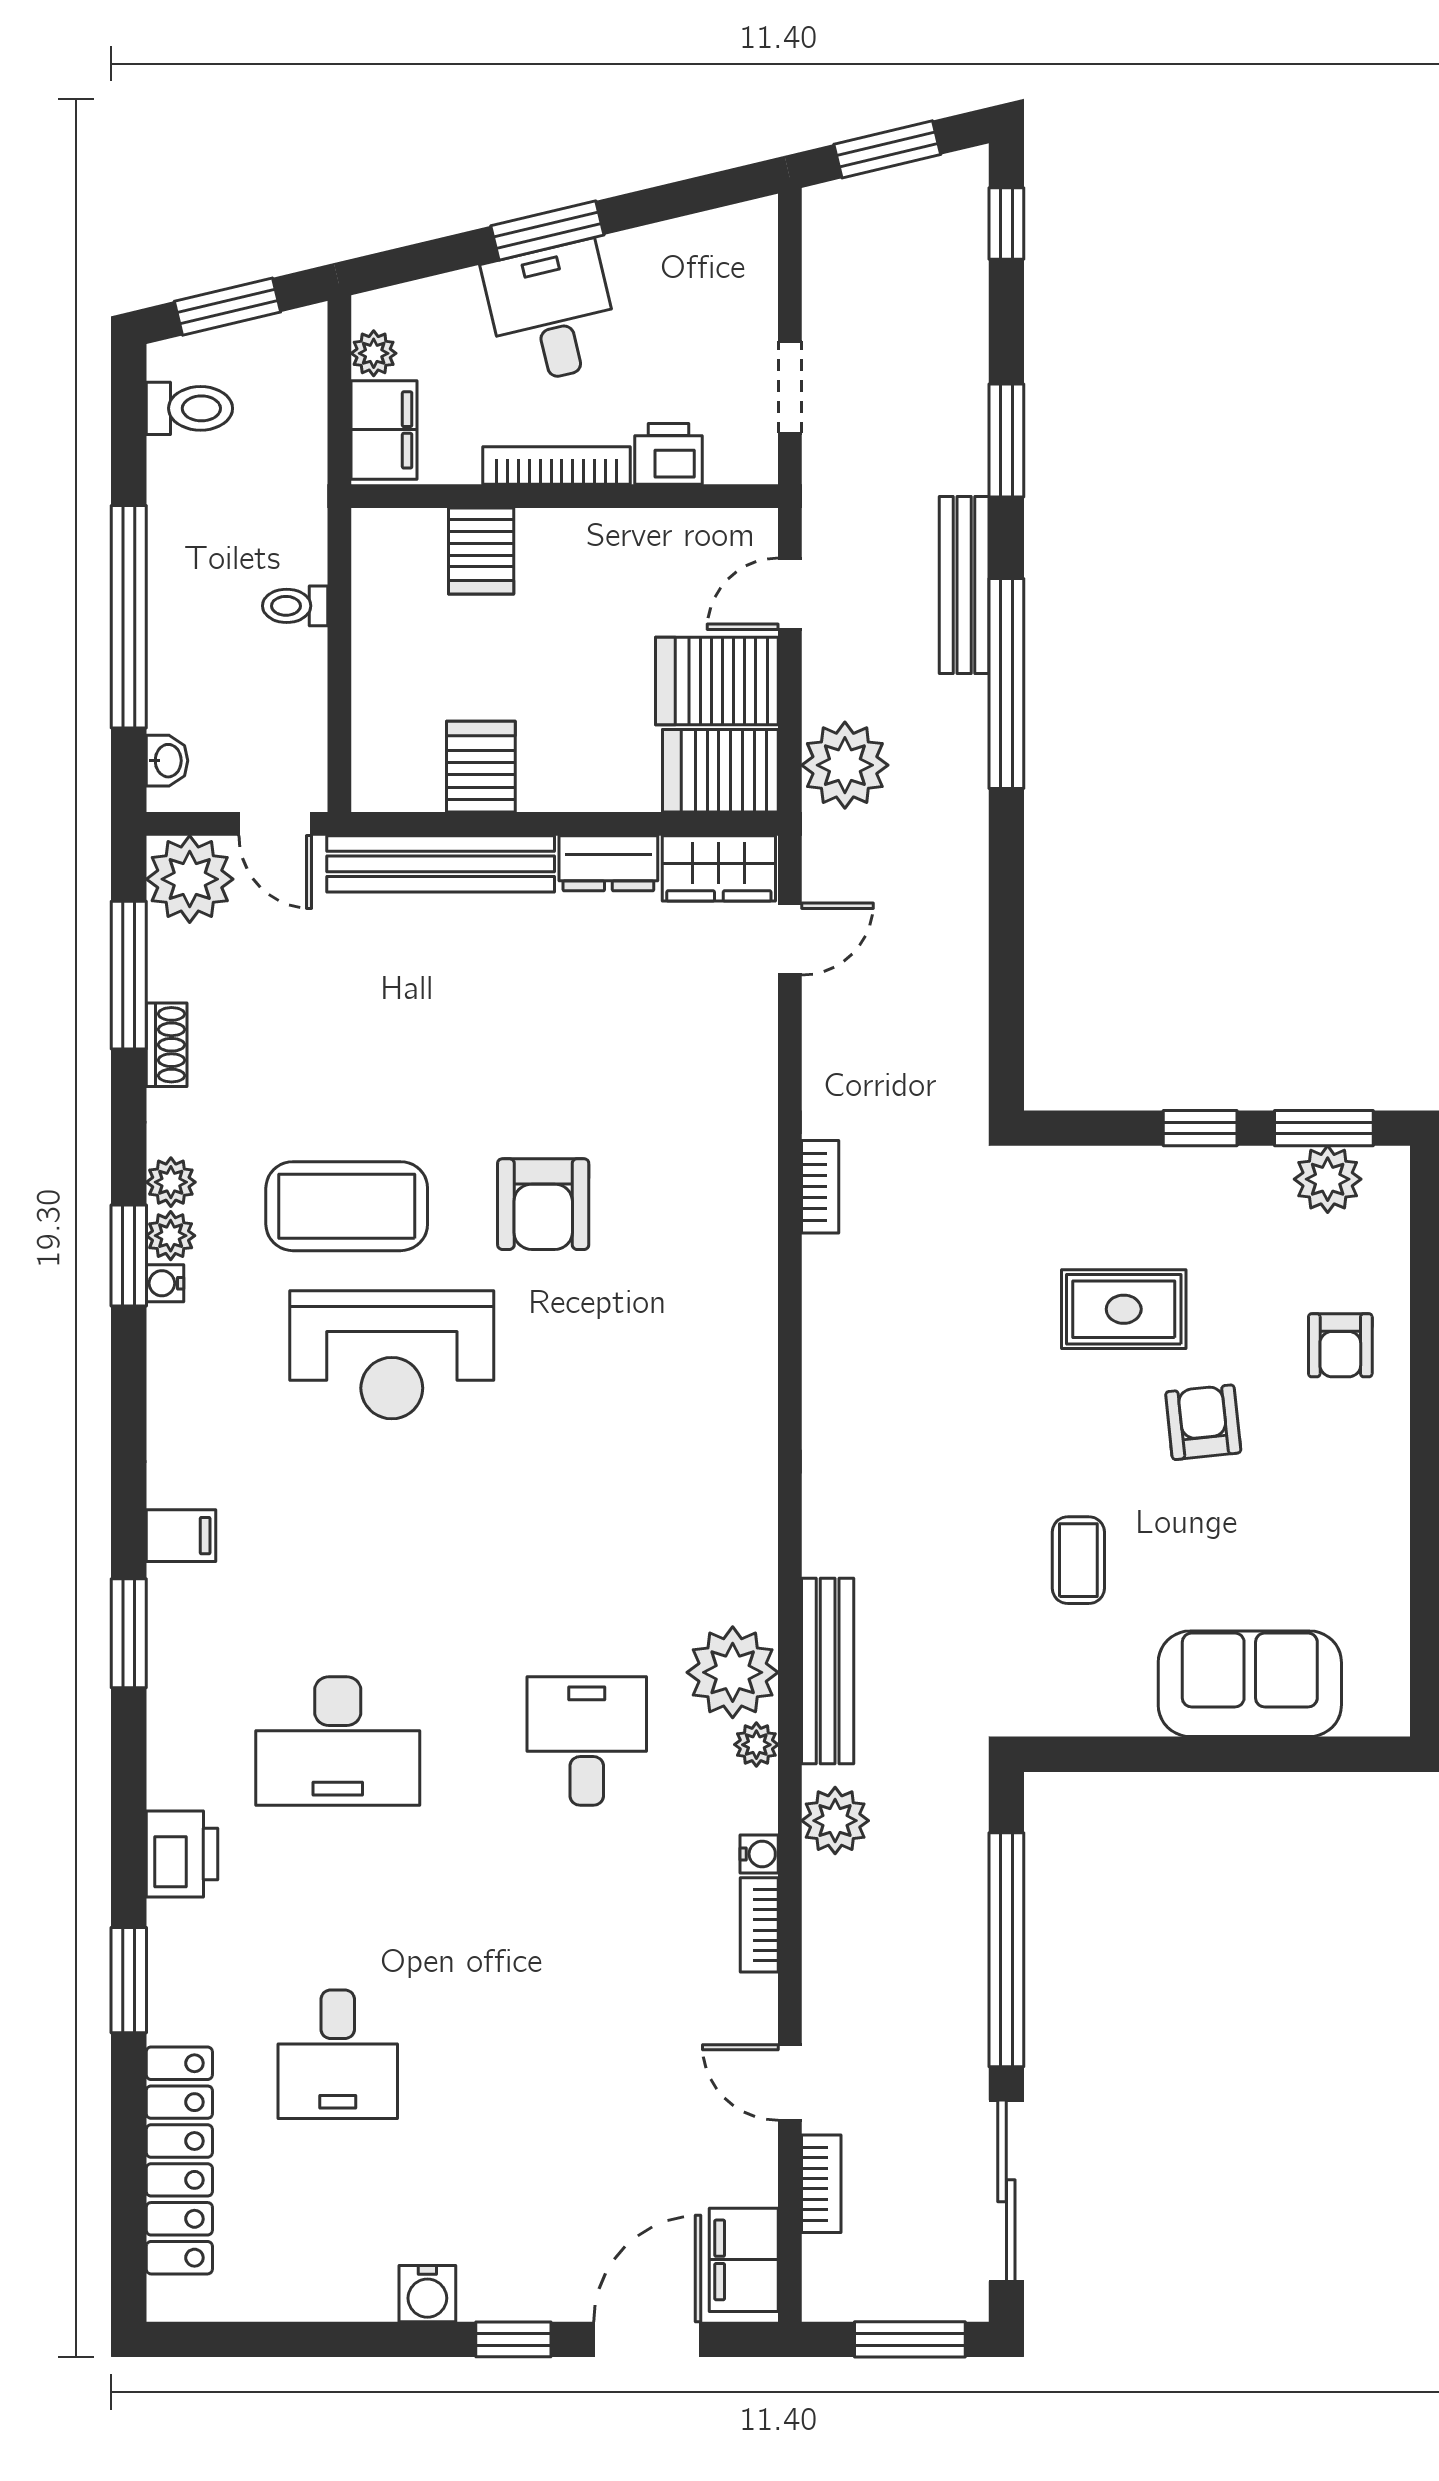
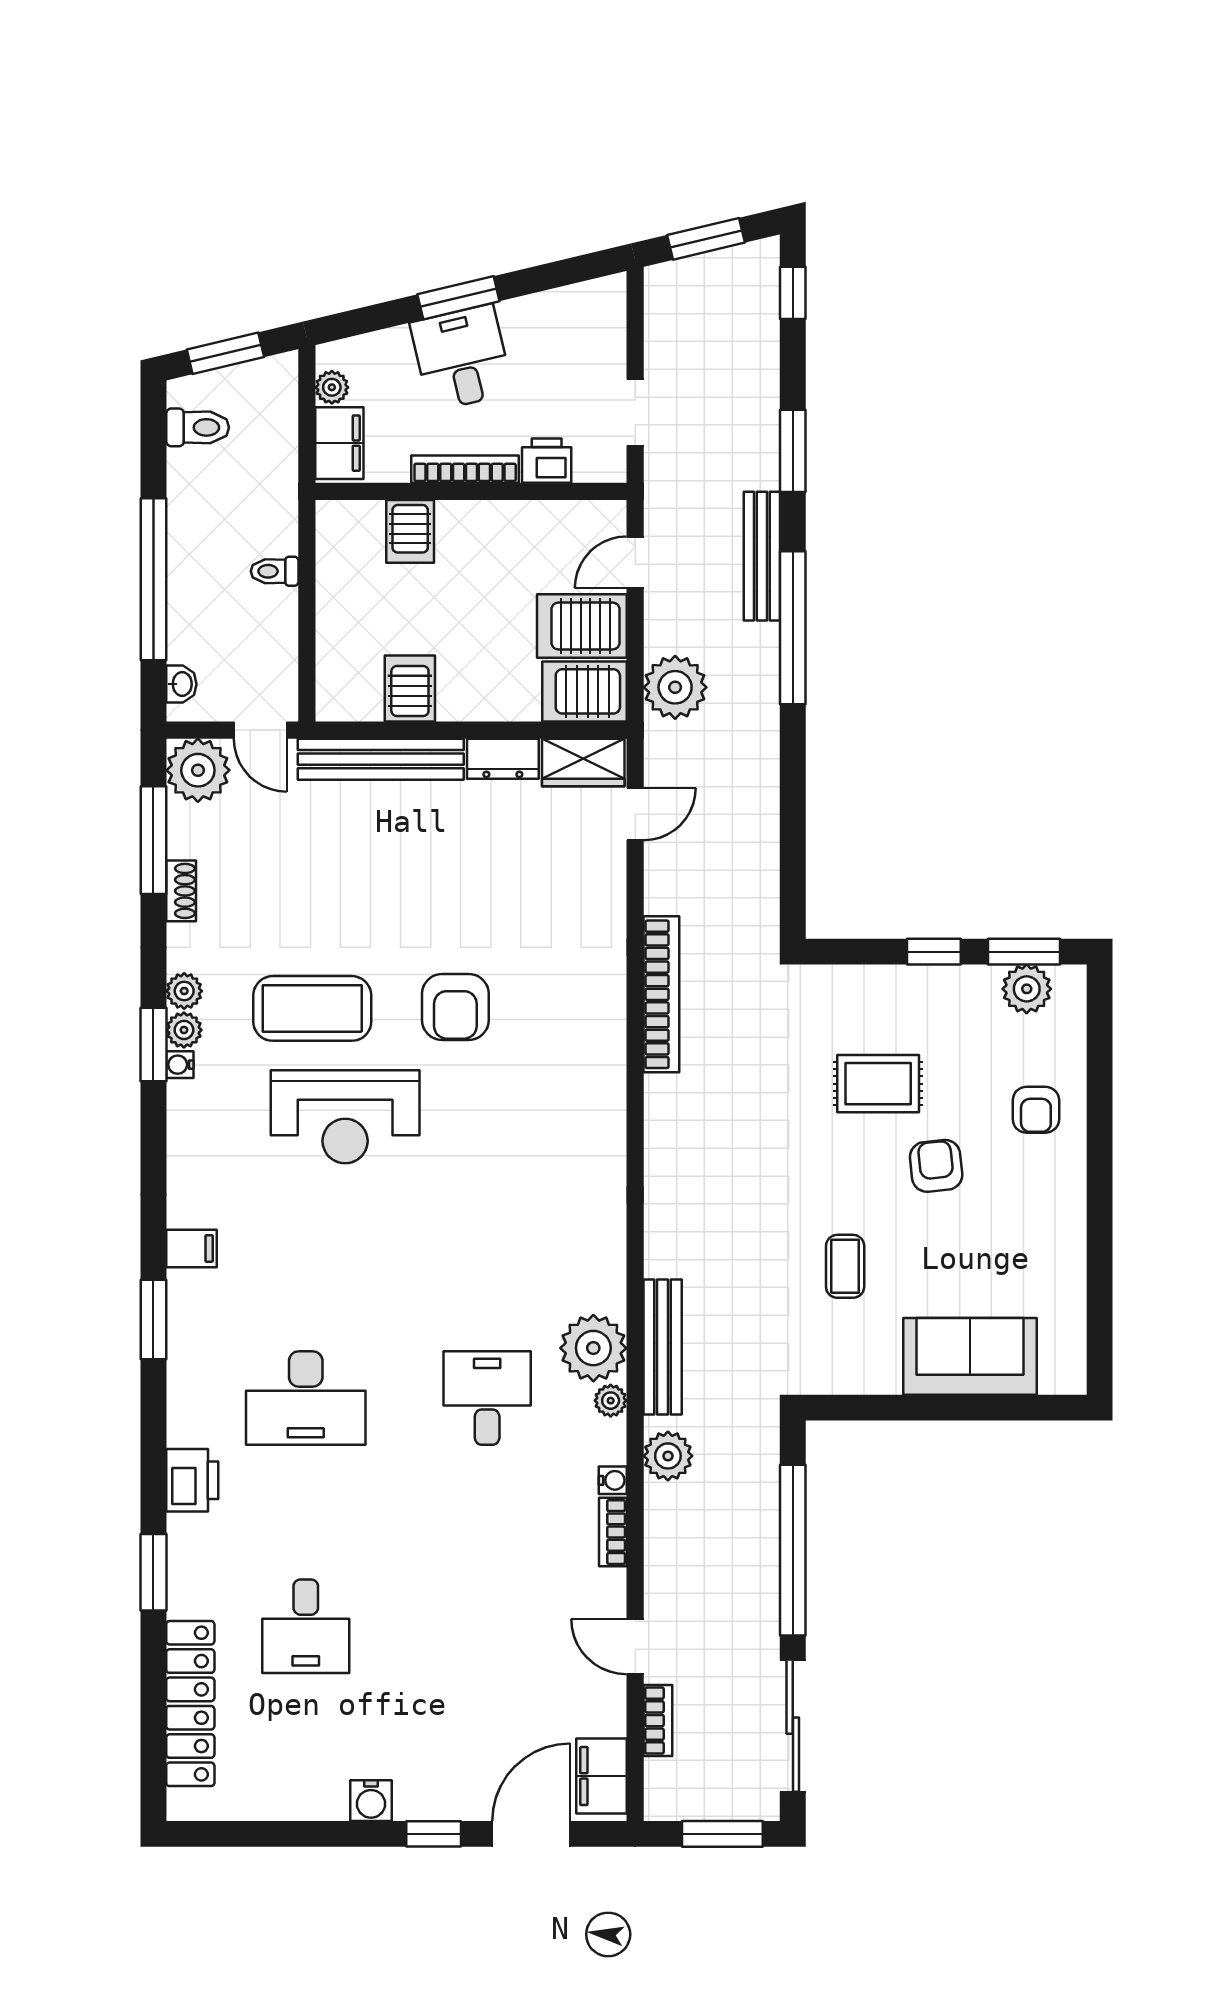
bookcase: (820, 1187) -> (661, 994), width x2.31, depth x1.31

